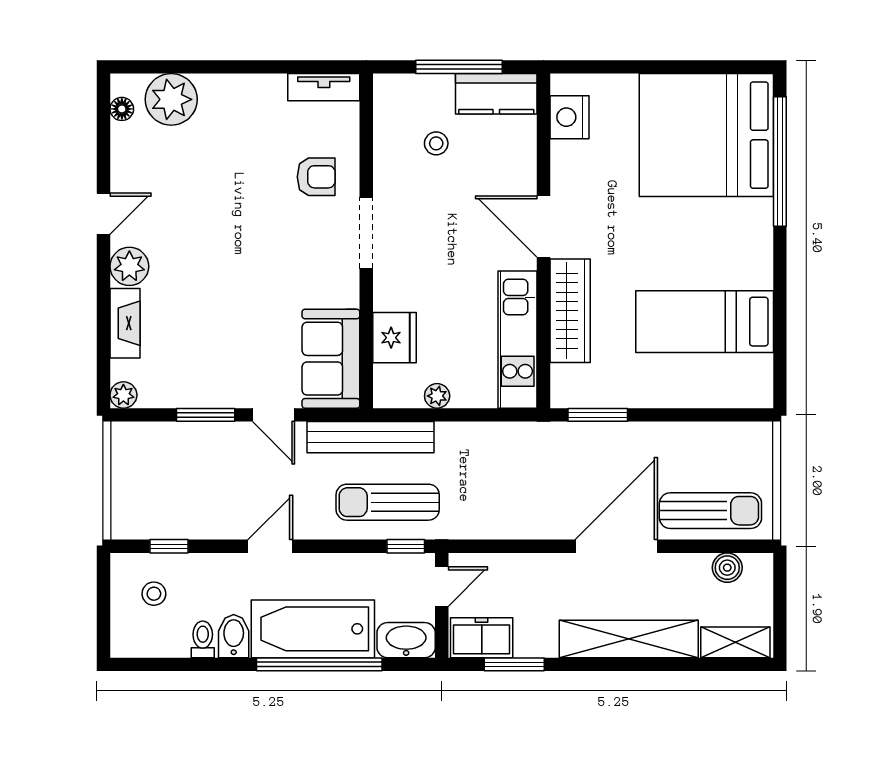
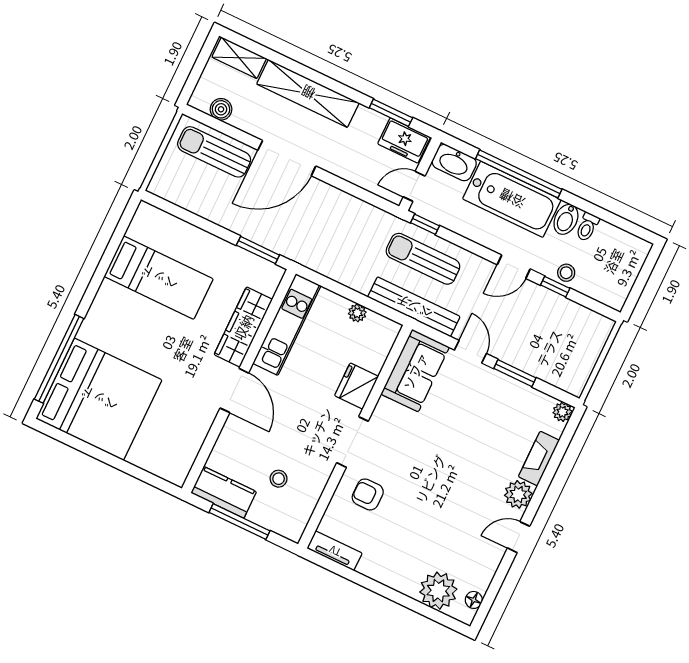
nightstand: (569, 117) -> (183, 454), removed
fridge: (394, 338) -> (357, 386), moved
sun lounger: (388, 502) -> (423, 259), turned 180
window: (169, 546) -> (555, 287), moved
stool: (154, 594) -> (566, 273), moved

